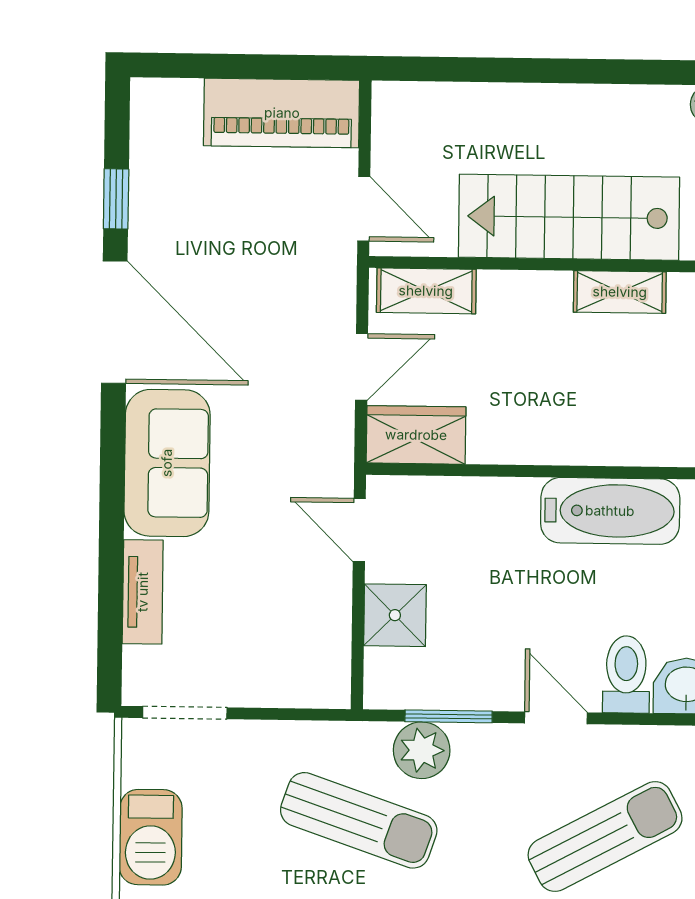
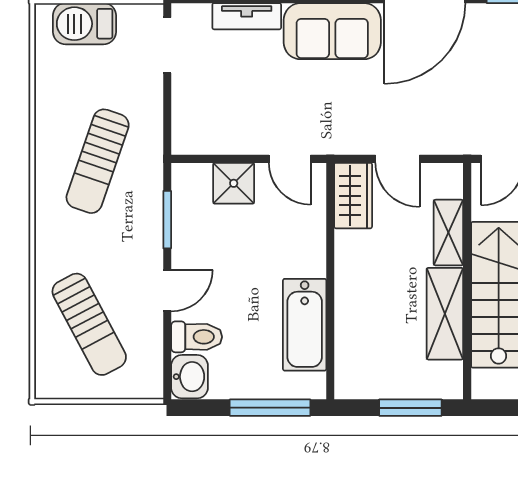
shelving: (426, 291) -> (448, 233), moved
shelving: (620, 292) -> (445, 314), width x1.50, depth x1.33
door: (359, 530) -> (290, 159), swing flipped
plant: (422, 750) -> (145, 202), removed

